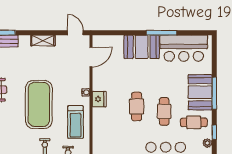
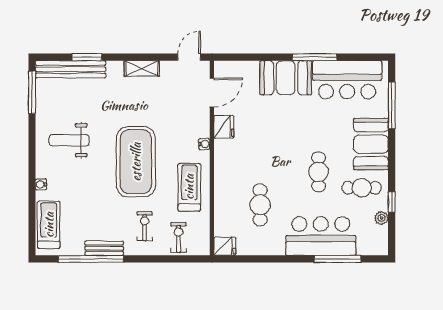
door: (75, 33) -> (189, 57), hinge flipped
window: (214, 93) -> (392, 105), moved
fridge: (99, 99) -> (224, 127), moved
cafe table: (137, 106) -> (260, 205), moved
treadmill: (75, 122) -> (189, 187), turned 180

